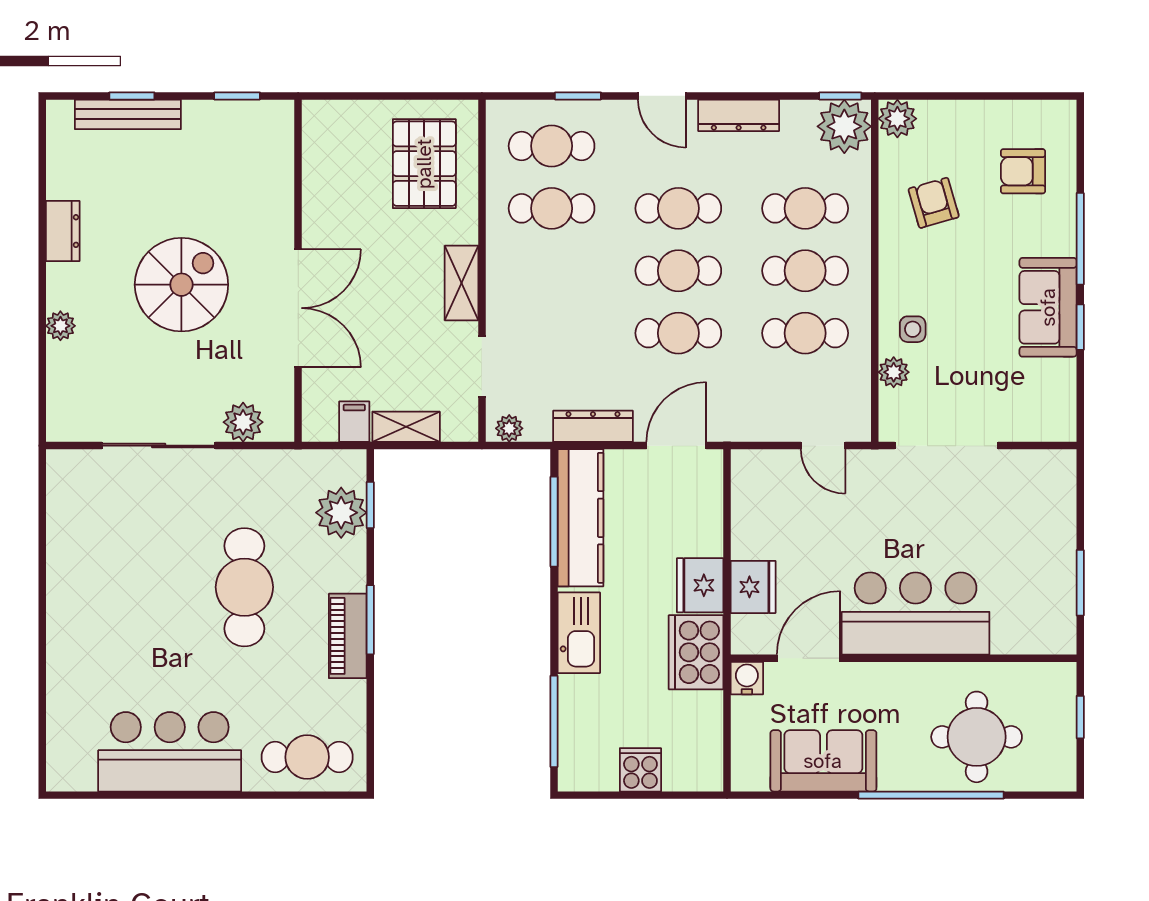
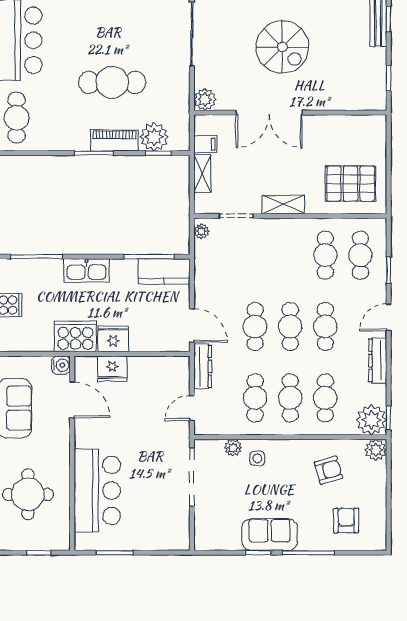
plant: (243, 422) -> (205, 99), moved
dresser: (593, 426) -> (203, 366), moved
kitchen counter: (580, 518) -> (164, 271), width x0.67
bar counter: (916, 614) -> (97, 490), moved
piano: (348, 636) -> (114, 140), moved

